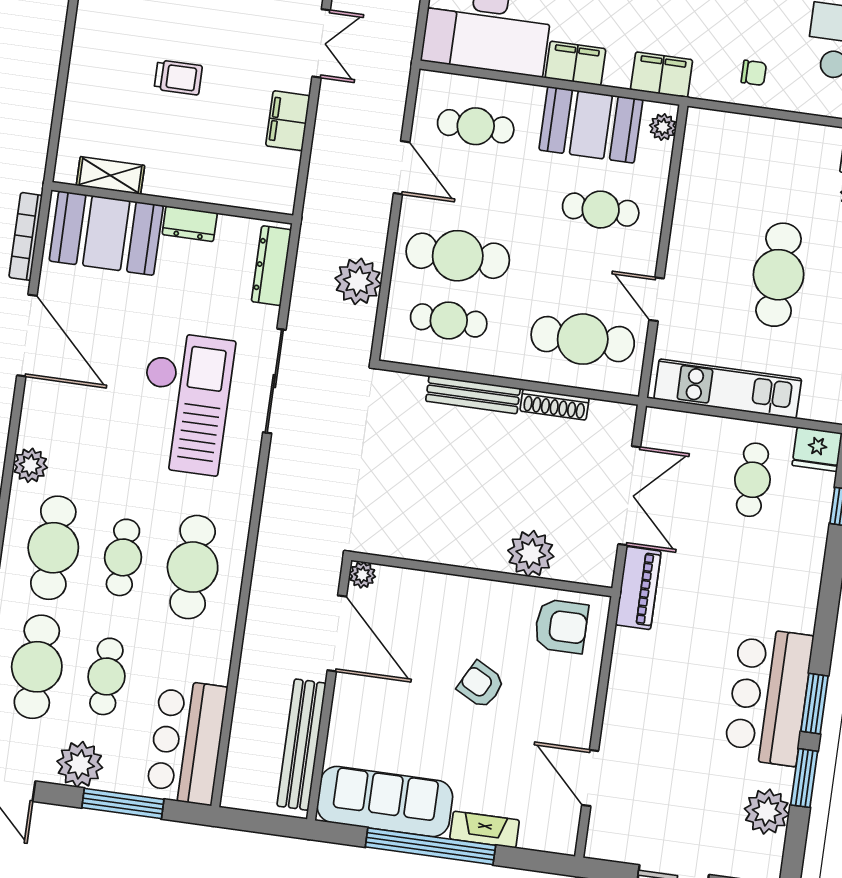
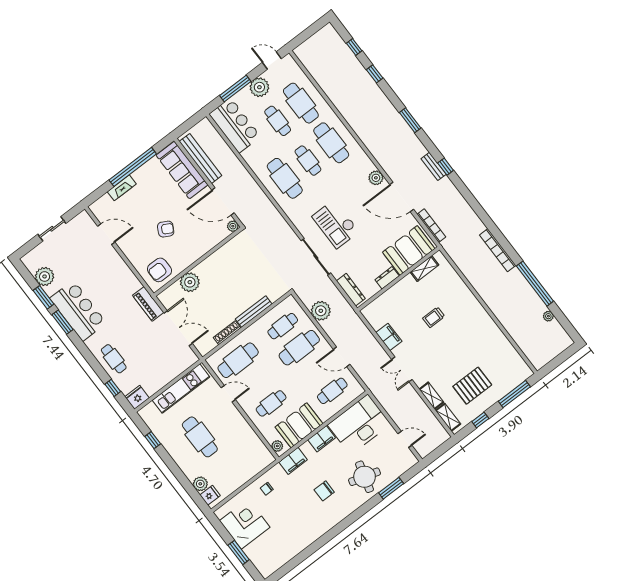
checkout: (185, 403) -> (336, 224), width x0.73, depth x0.83
plant: (30, 465) -> (376, 178), moved
cafe table: (752, 480) -> (114, 359), moved
double door: (629, 496) -> (178, 328), swing flipped
sofa: (385, 802) -> (182, 170), moved, turned 90

